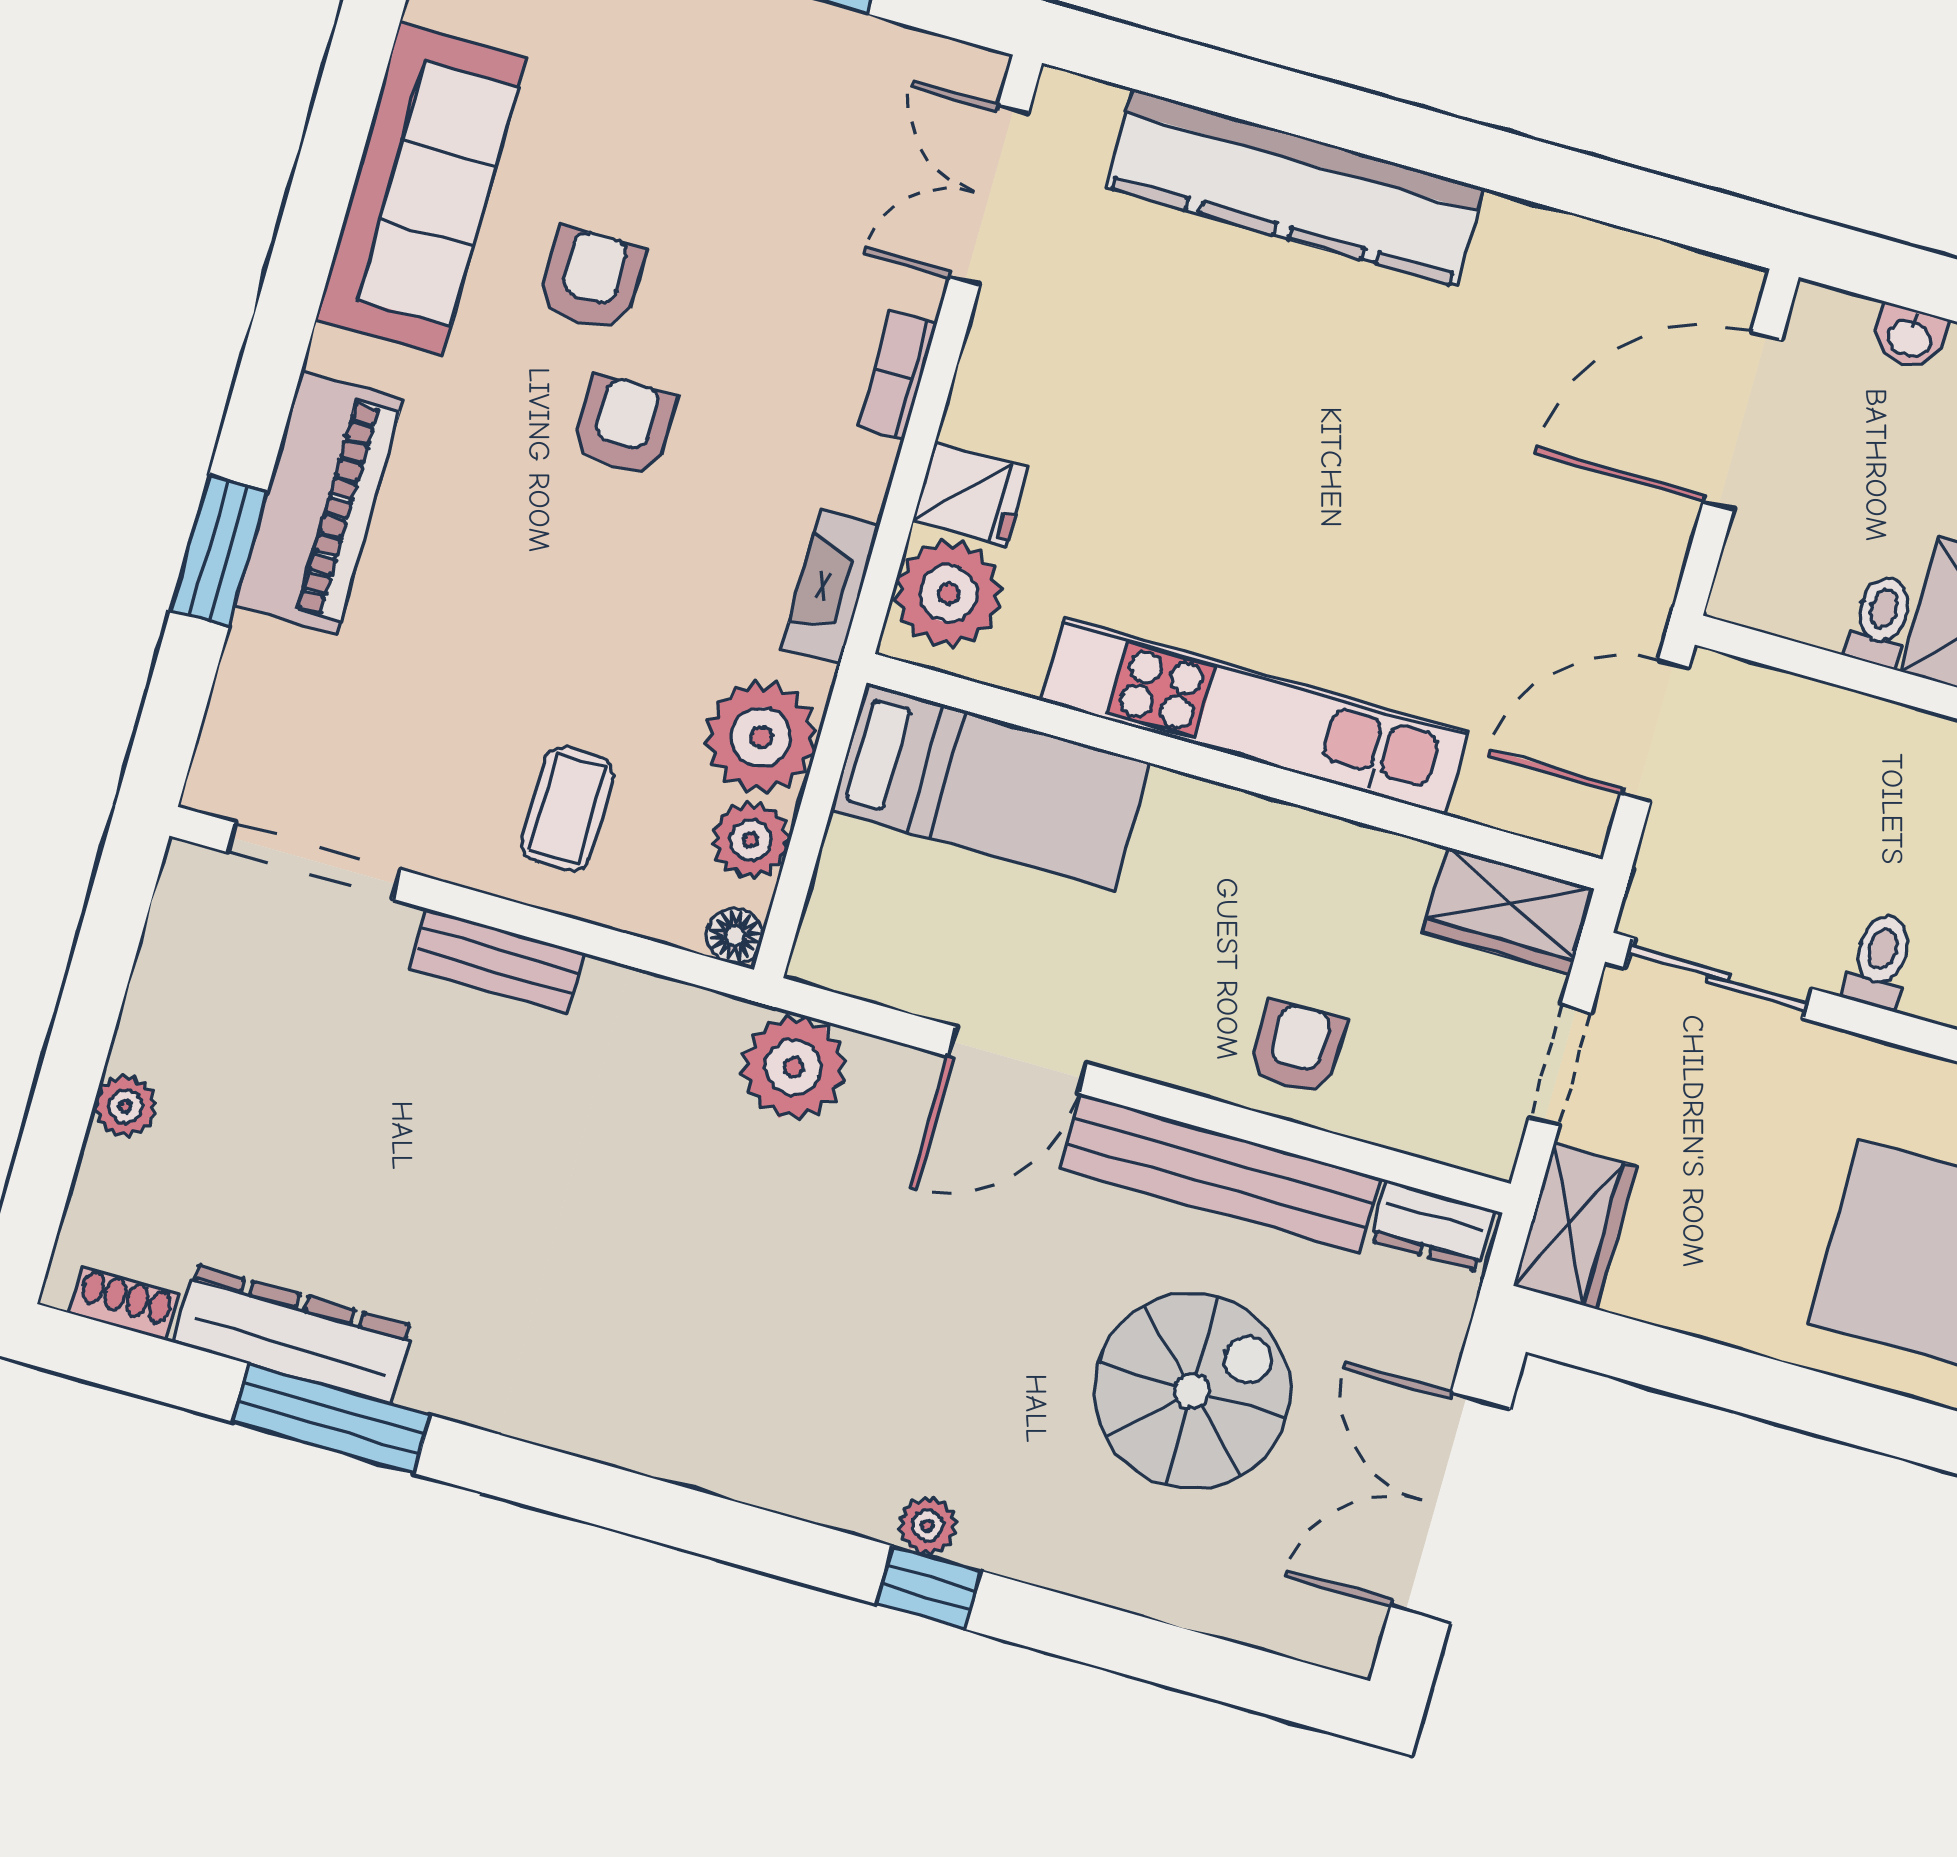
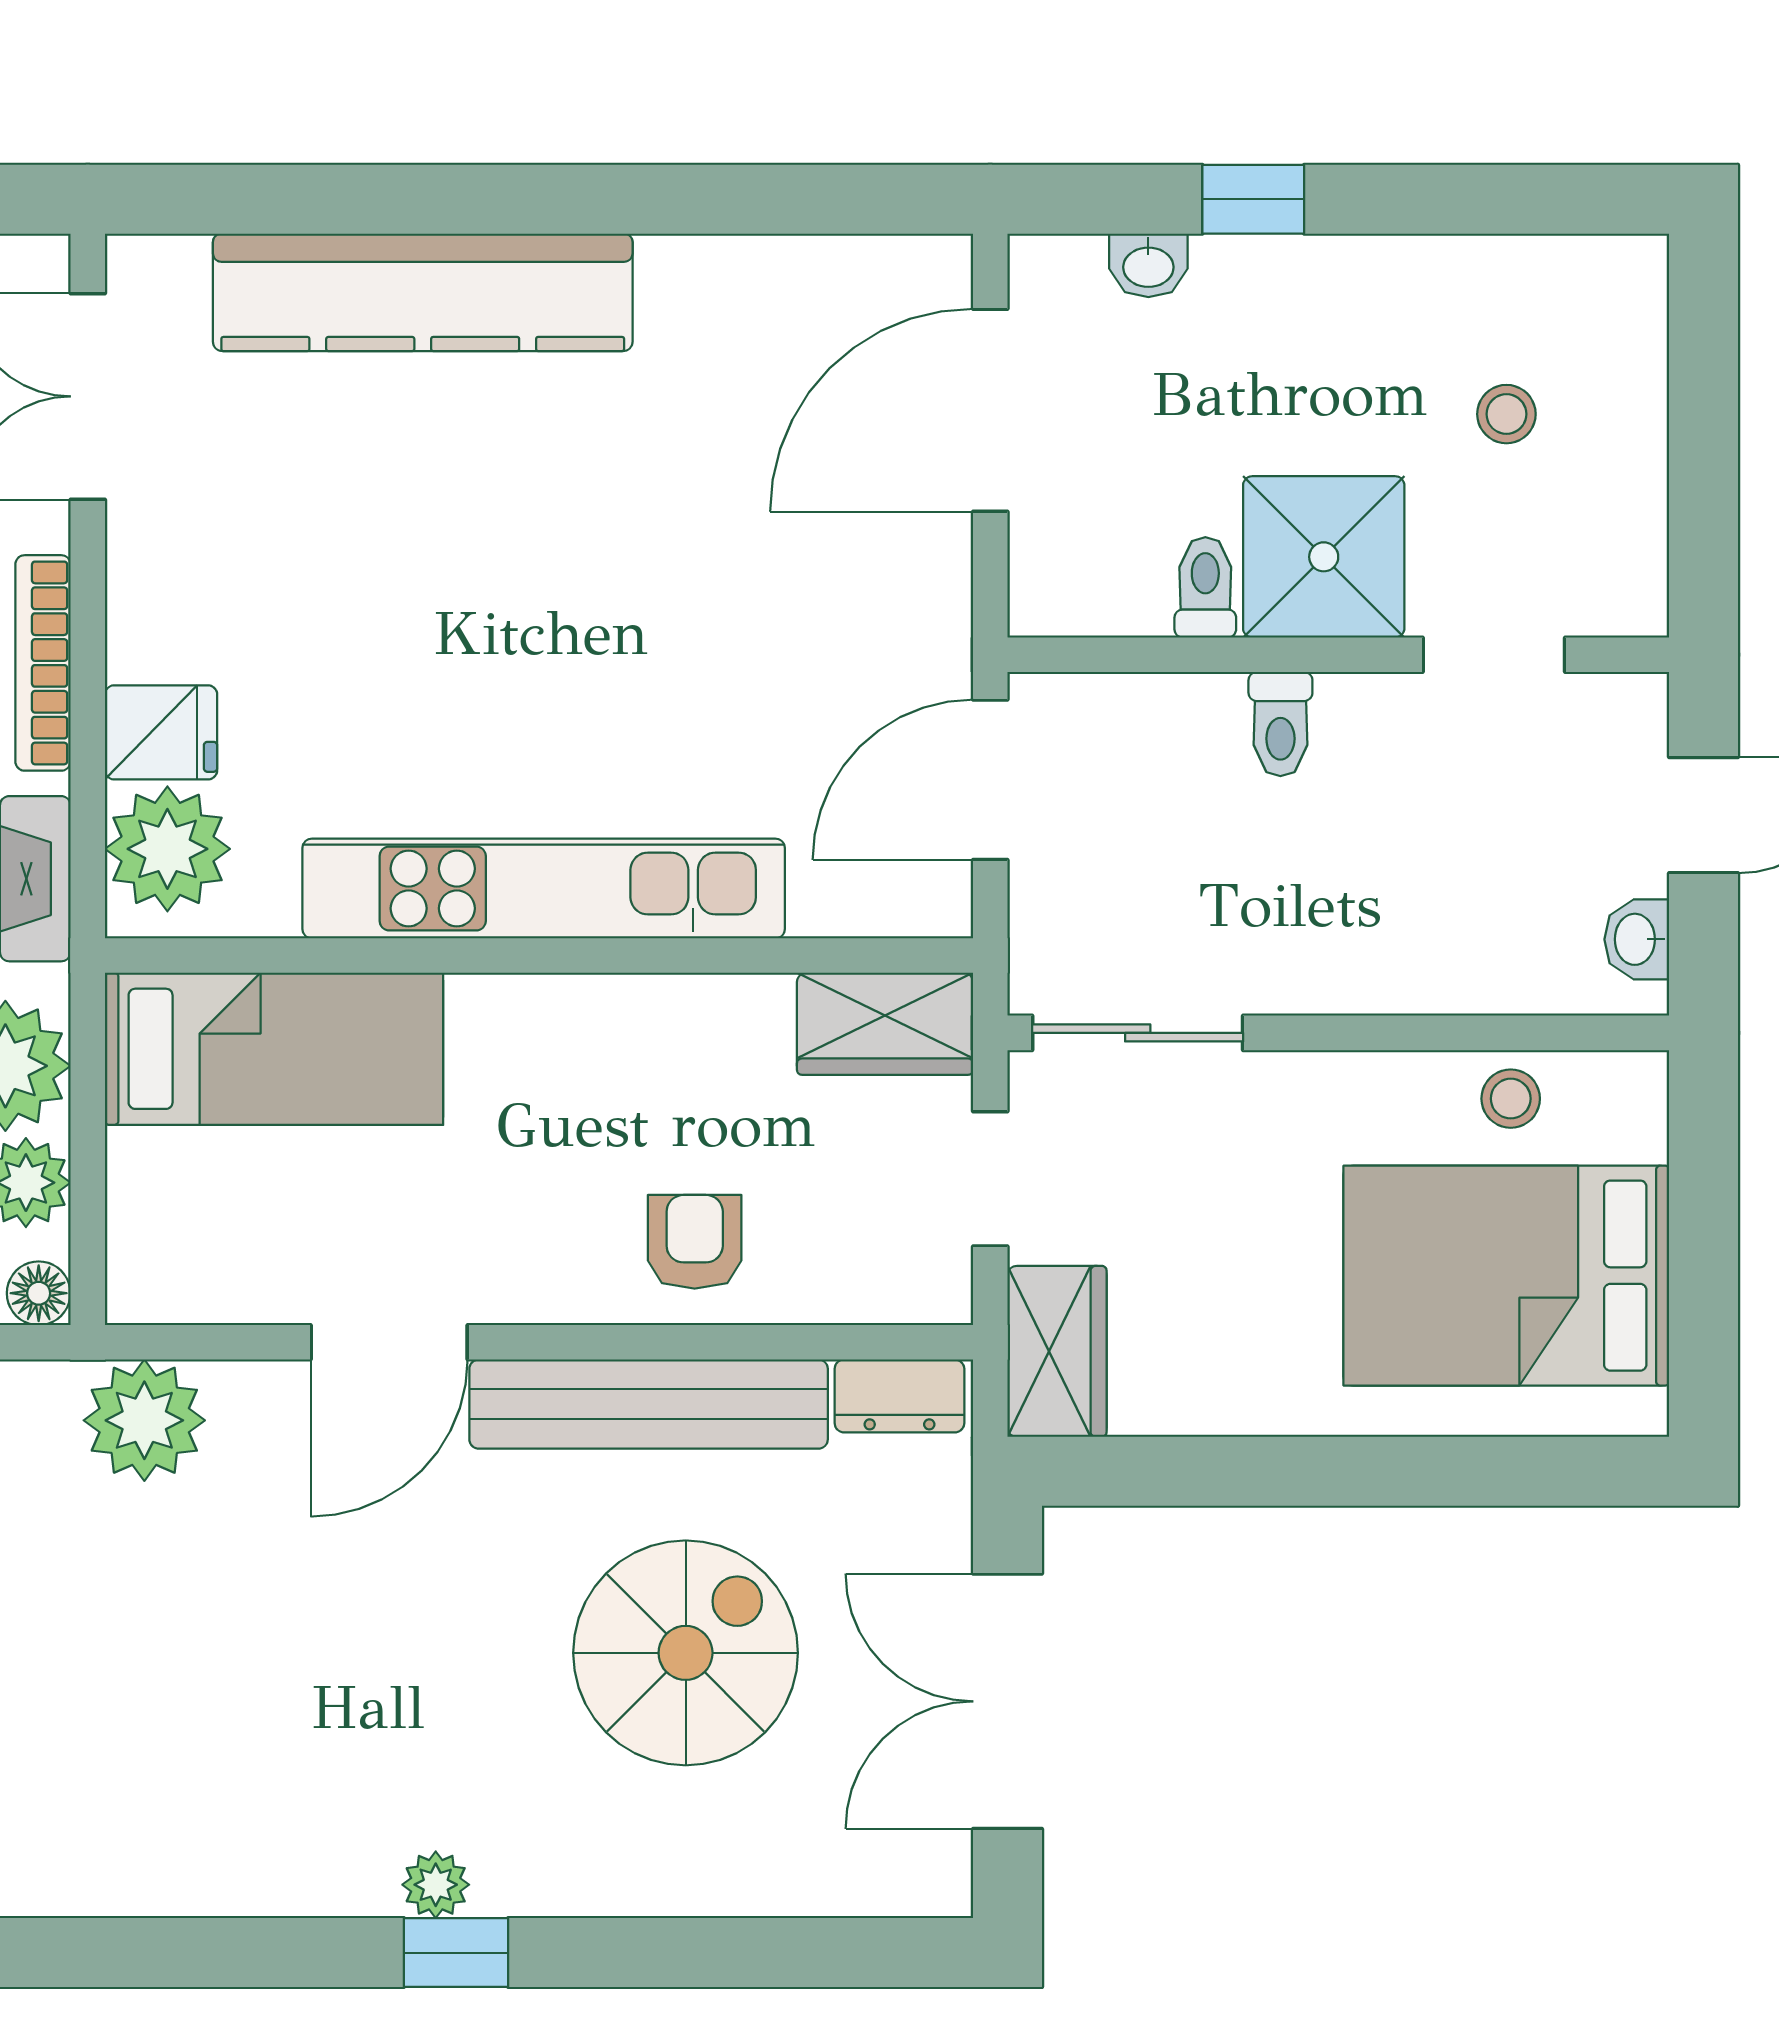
bookcase: (897, 376) -> (43, 663), width x1.56
toilet: (1879, 961) -> (1280, 724), moved, turned 180

